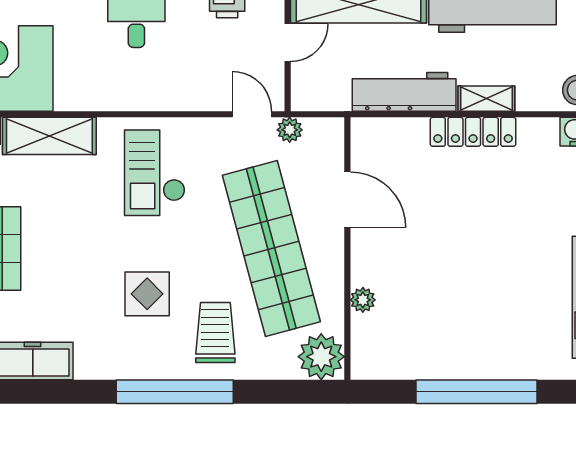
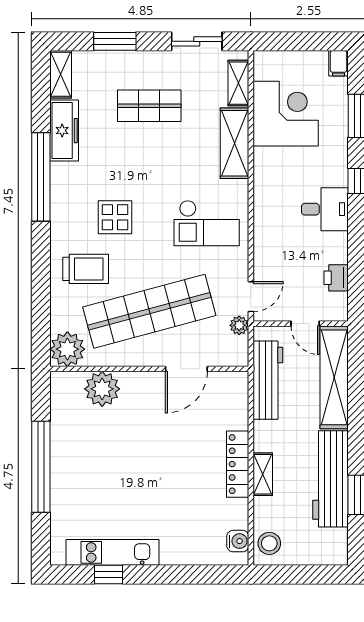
workbench: (404, 92) -> (268, 380), moved
checkout: (155, 173) -> (207, 223), turned 180
plant: (363, 300) -> (102, 389), width x1.88, depth x1.88
window: (175, 392) -> (41, 177), moved

